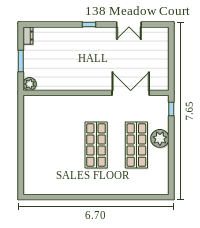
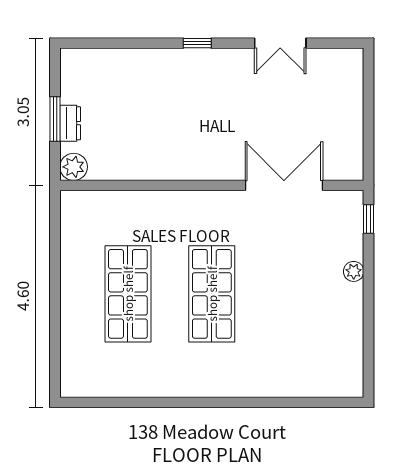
dresser: (28, 36) -> (70, 123), moved
plant: (160, 138) -> (354, 271), width x0.53, depth x0.53
shop shelf: (136, 145) -> (128, 294), moved

